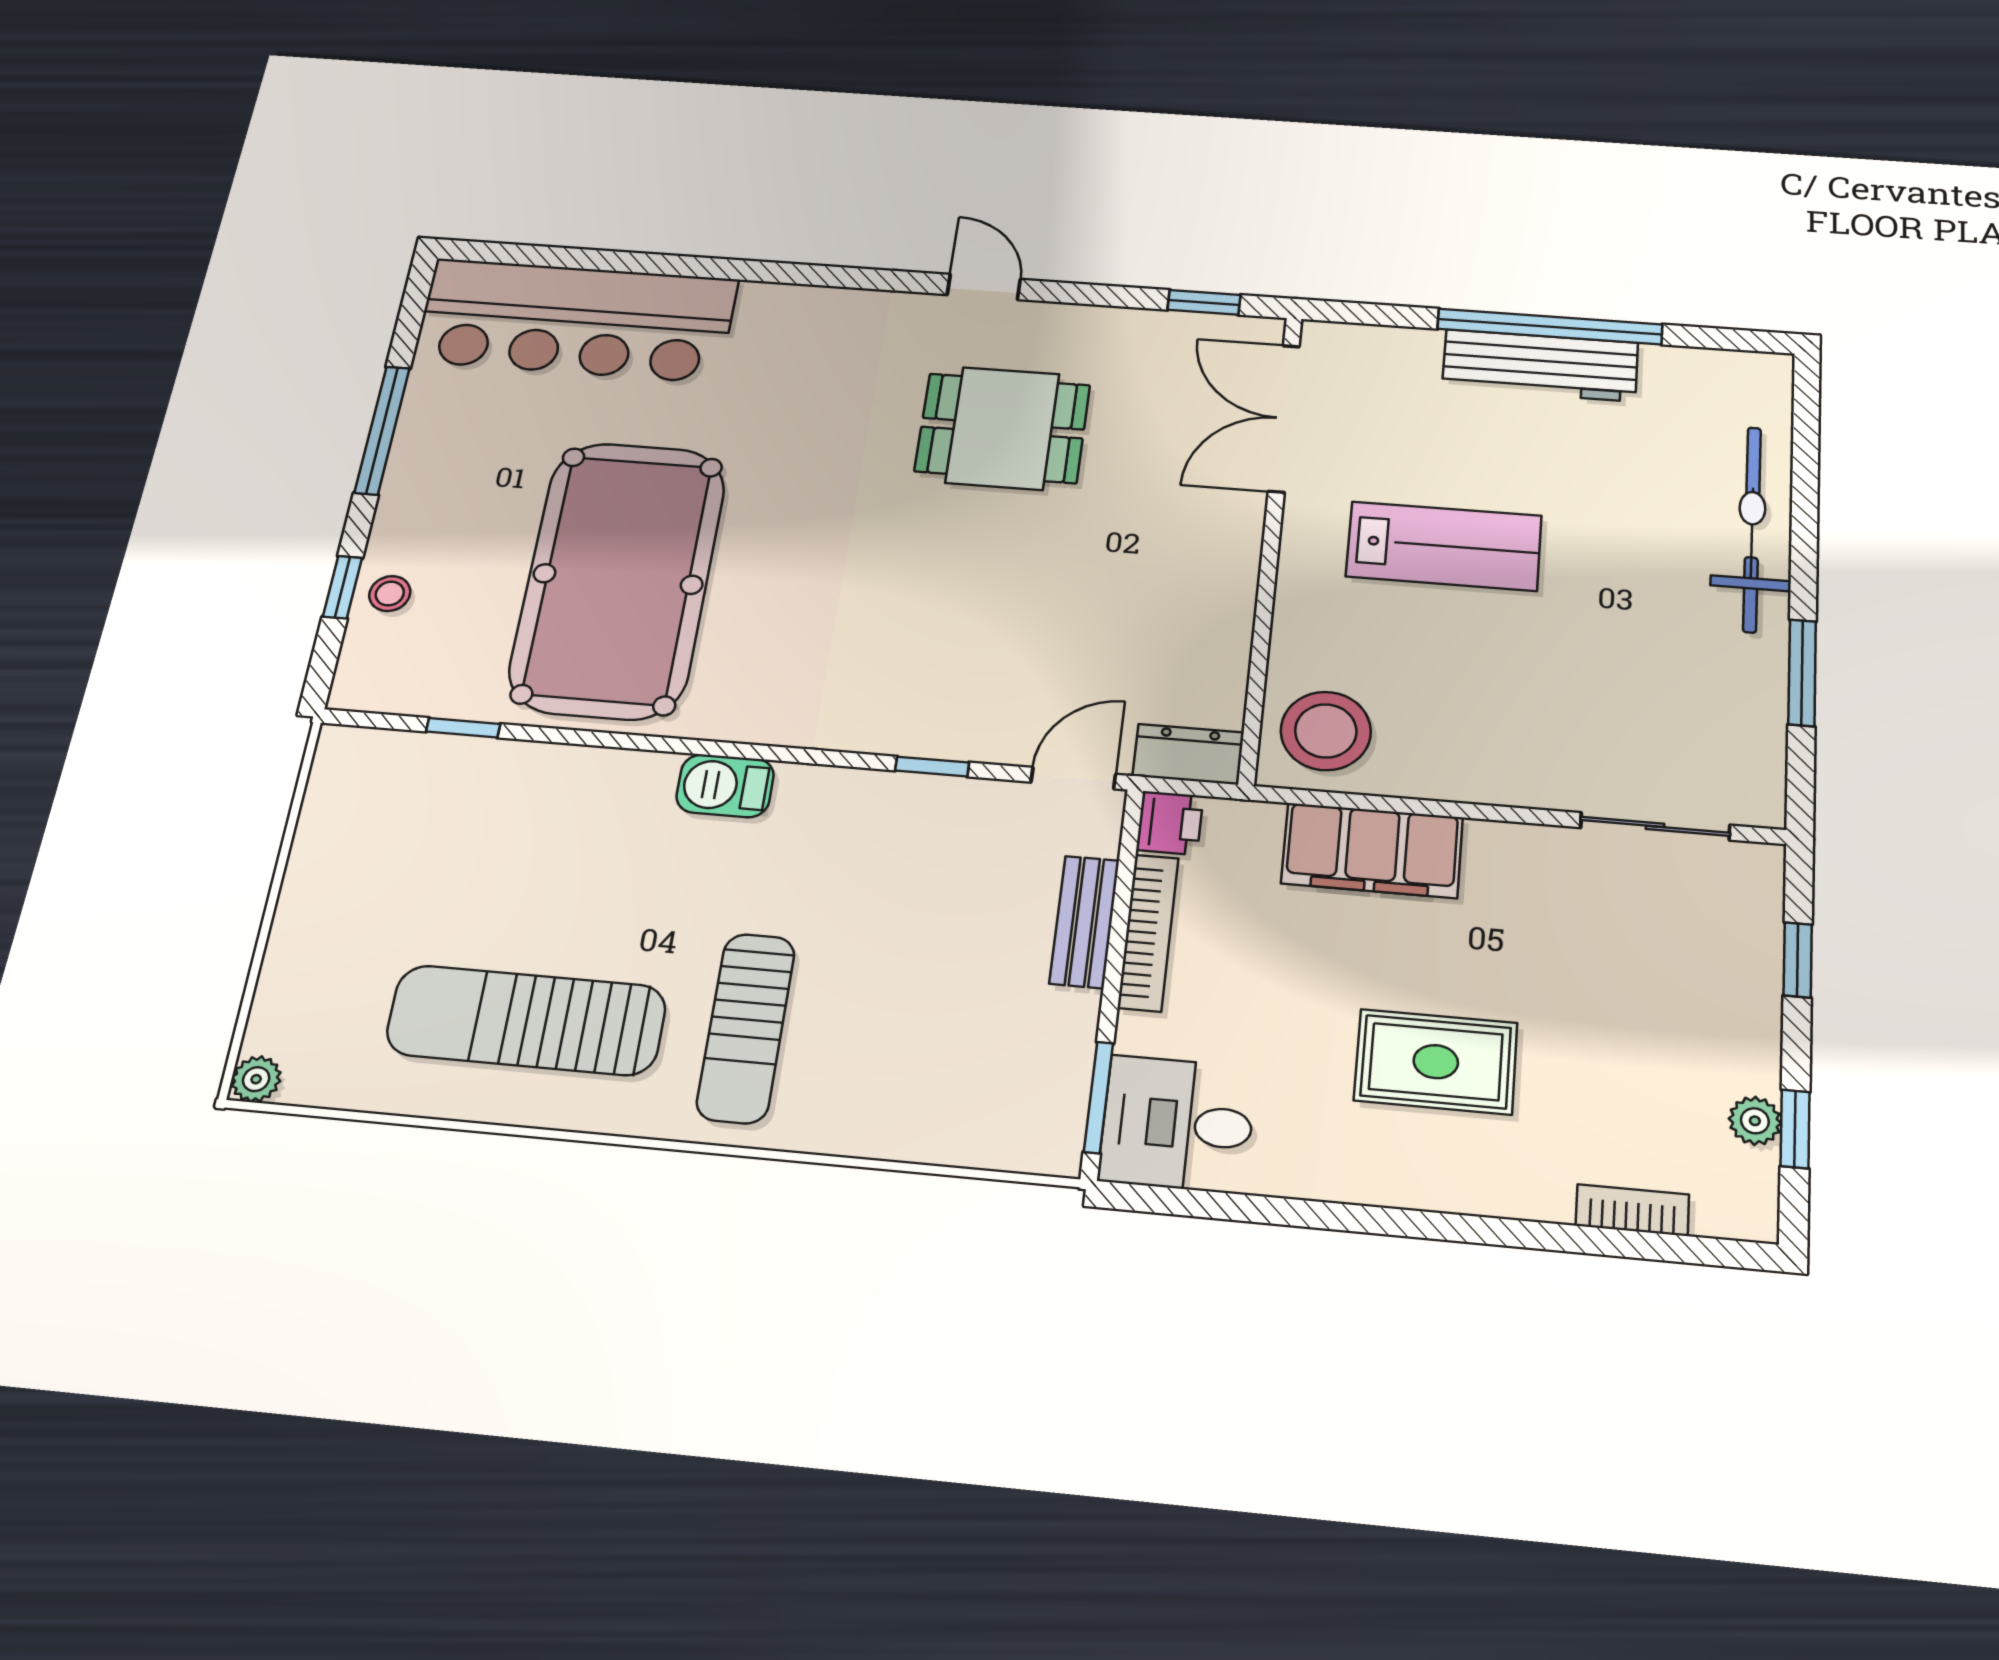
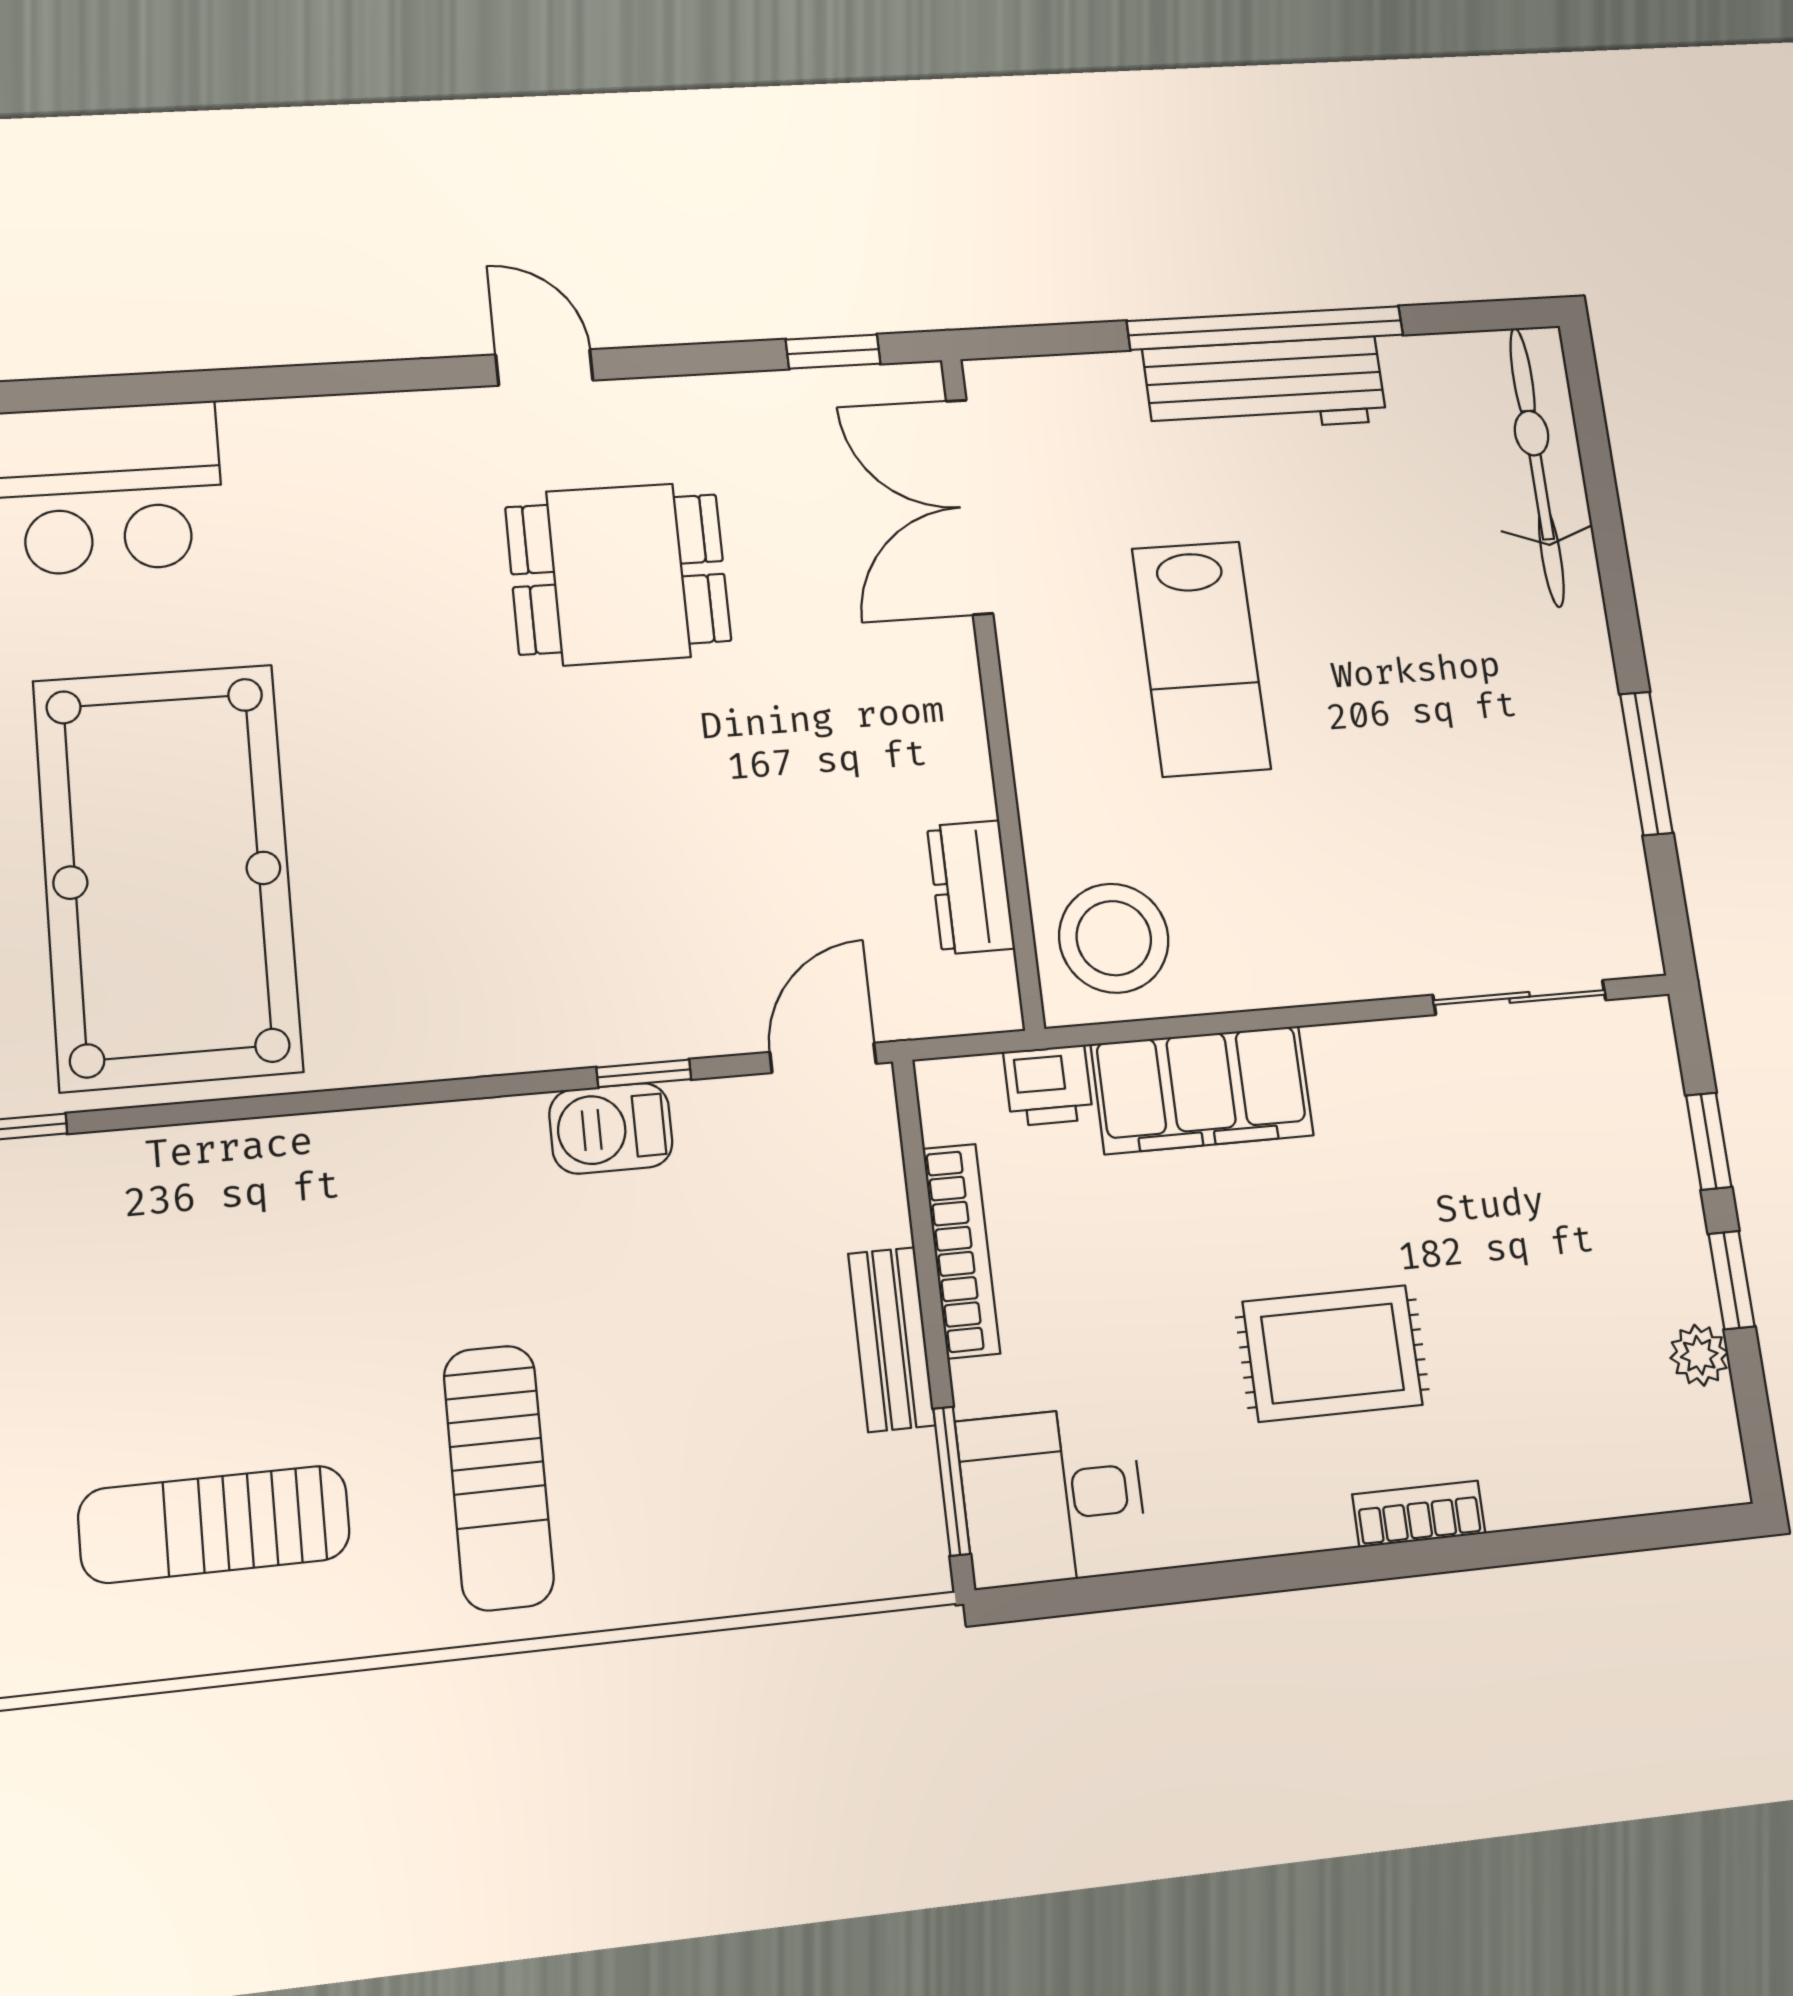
bicycle: (1752, 529) -> (1537, 467), moved
lab bench: (1444, 546) -> (1201, 658), turned 90
dresser: (1188, 754) -> (971, 887), moved, turned -90
barbecue: (725, 786) -> (611, 1128), moved
printer: (1170, 823) -> (1048, 1086), moved, turned 90
bench: (1084, 922) -> (892, 1339), moved
sun lounger: (526, 1020) -> (214, 1524), width x0.73, depth x0.75
window: (1795, 1129) -> (1732, 1280), moved
bookcase: (1632, 1210) -> (1419, 1514), moved

